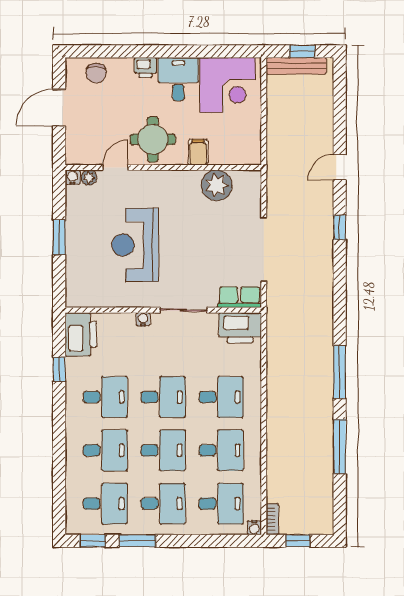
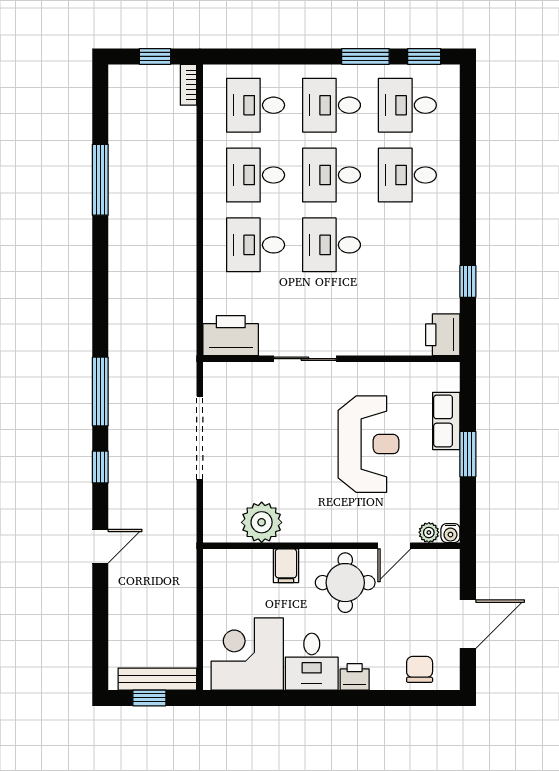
row of seats: (239, 297) -> (446, 421), moved, turned 90
water cooler: (143, 319) -> (358, 347), removed
printer: (81, 334) -> (443, 335), width x0.73, depth x0.84
window: (340, 372) -> (100, 391), moved
desk: (105, 397) -> (407, 245), removed
water cooler: (254, 528) -> (212, 74), removed

